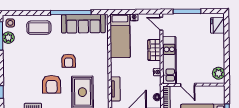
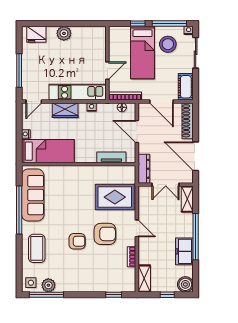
armchair: (69, 61) -> (77, 241), moved
plant: (219, 73) -> (64, 33), moved

